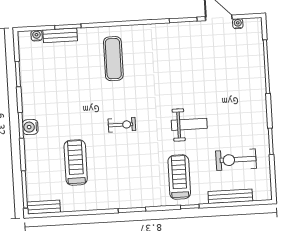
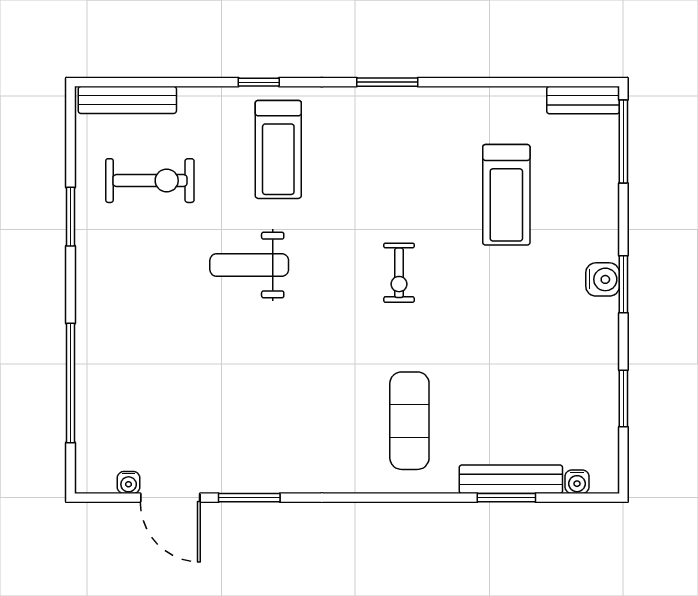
bench: (60, 35) -> (511, 479), width x1.36
exercise bike: (122, 125) -> (399, 273), turned -90
bench: (230, 196) -> (127, 100), moved

